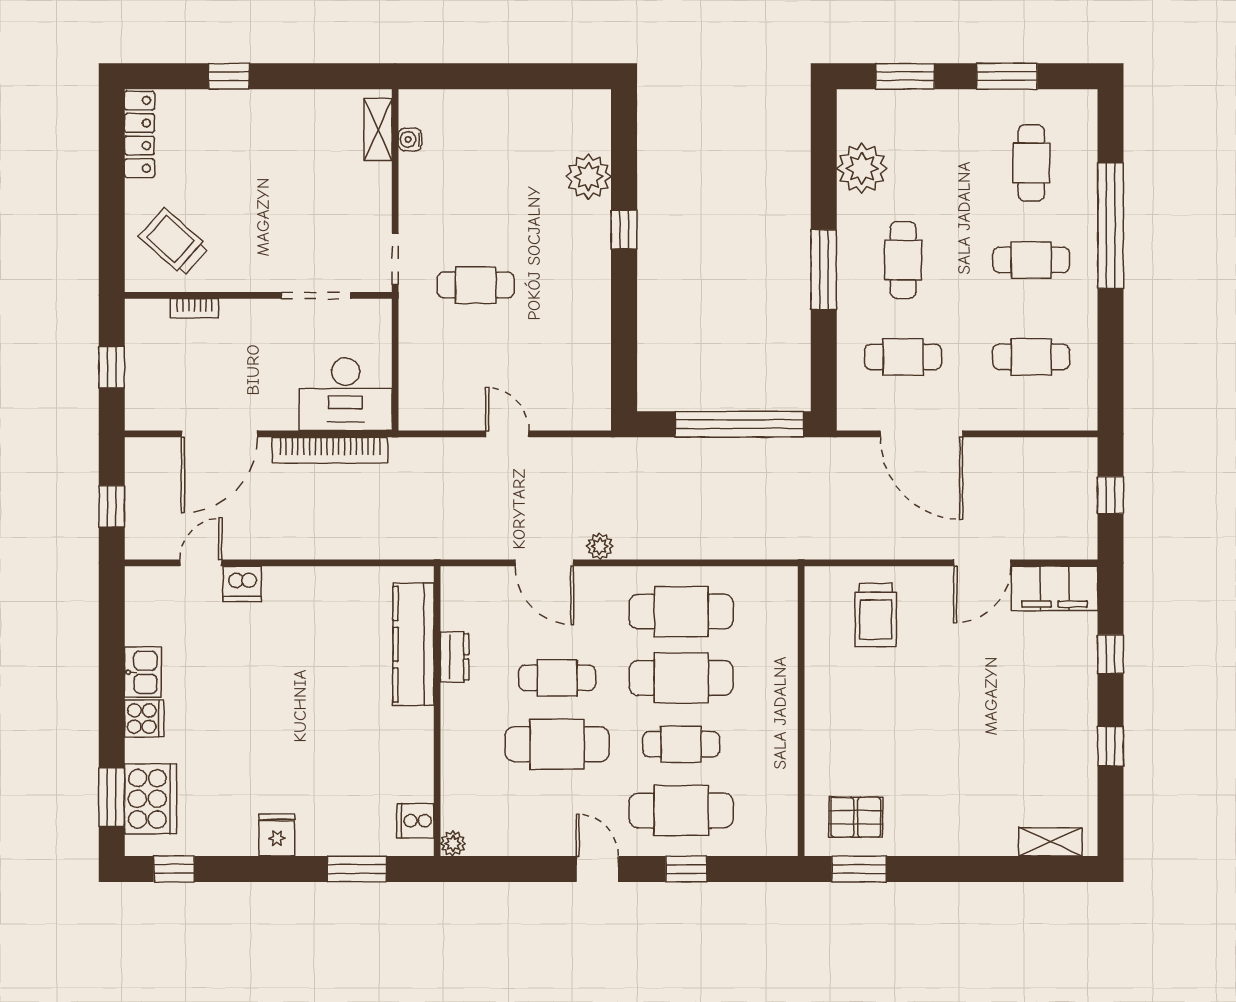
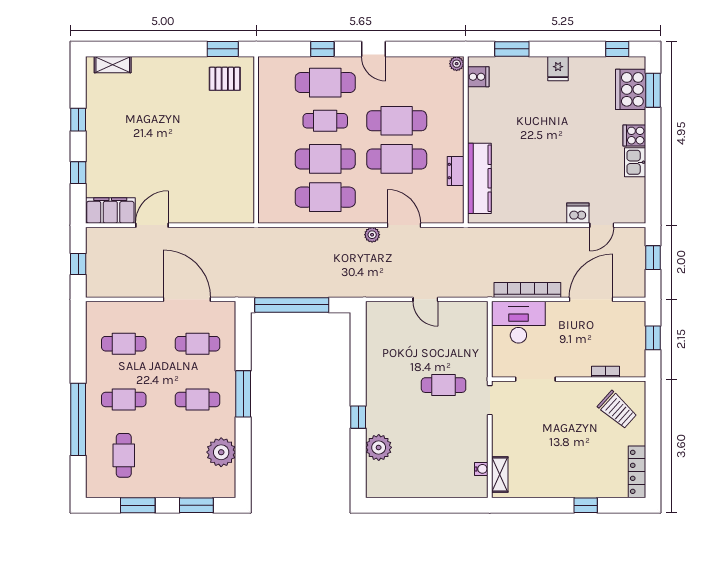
cafe table: (903, 260) -> (198, 400), turned 90
trolley: (876, 615) -> (213, 195), removed
cafe table: (557, 678) -> (397, 159), width x1.37, depth x1.35

